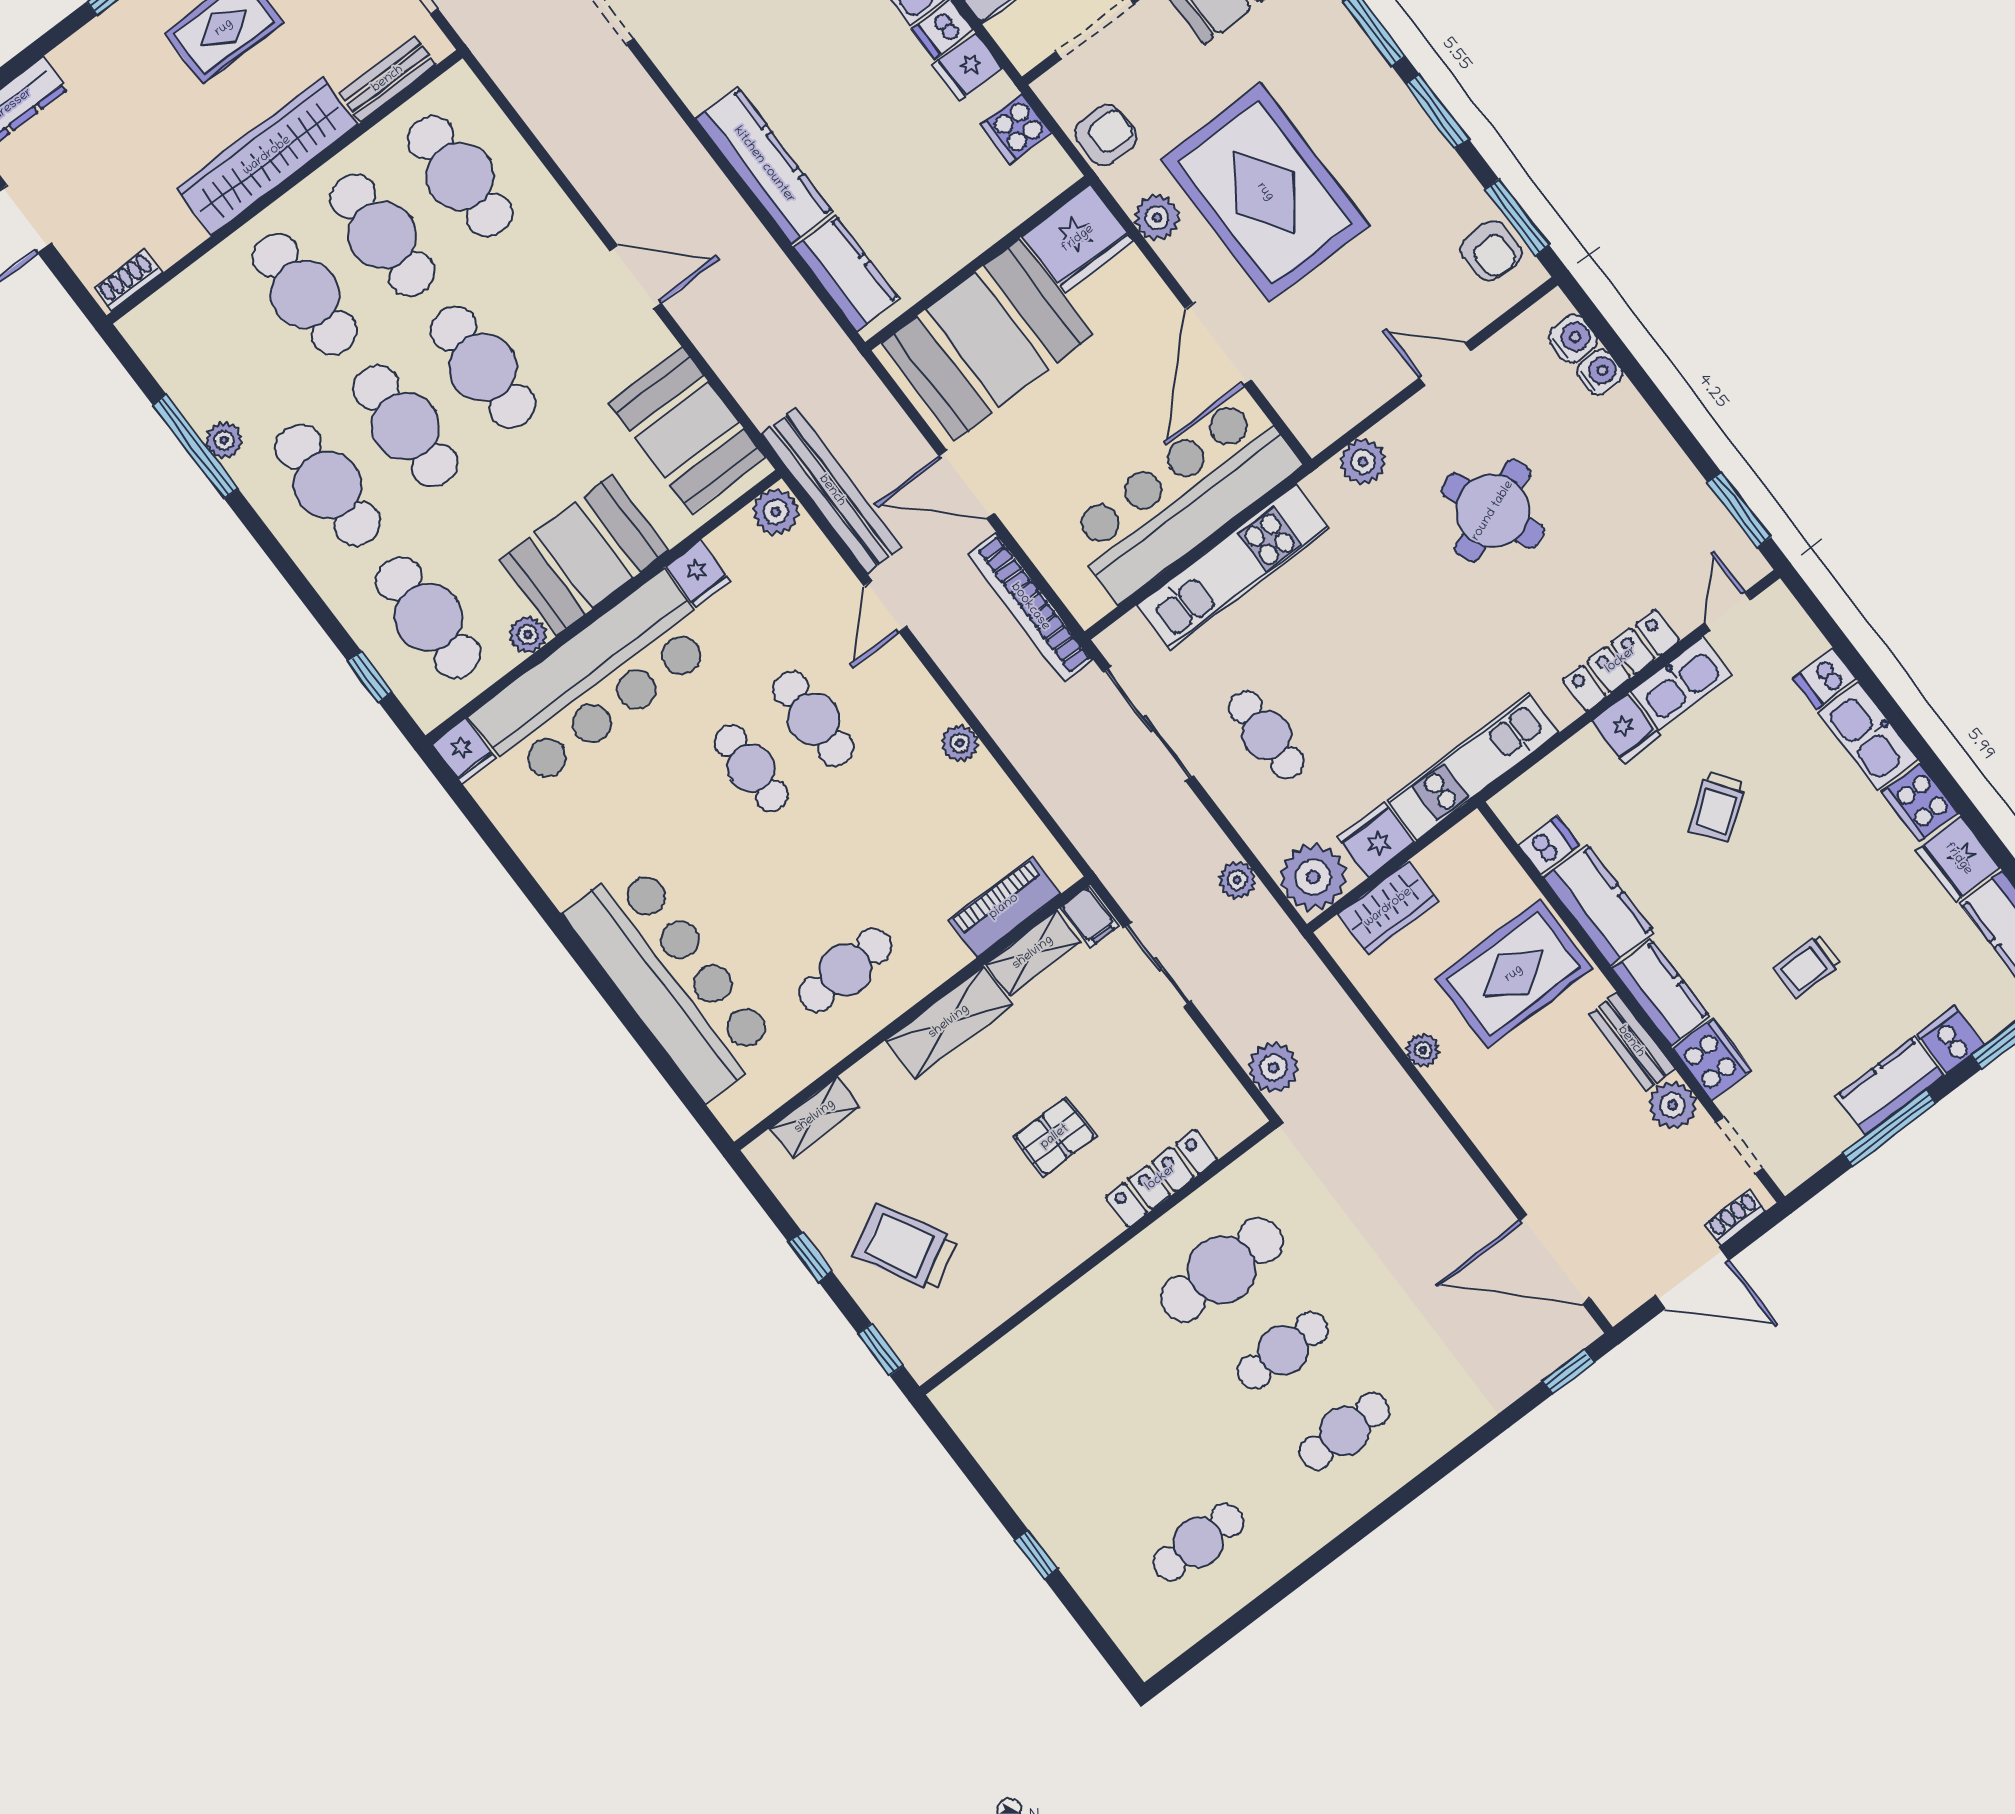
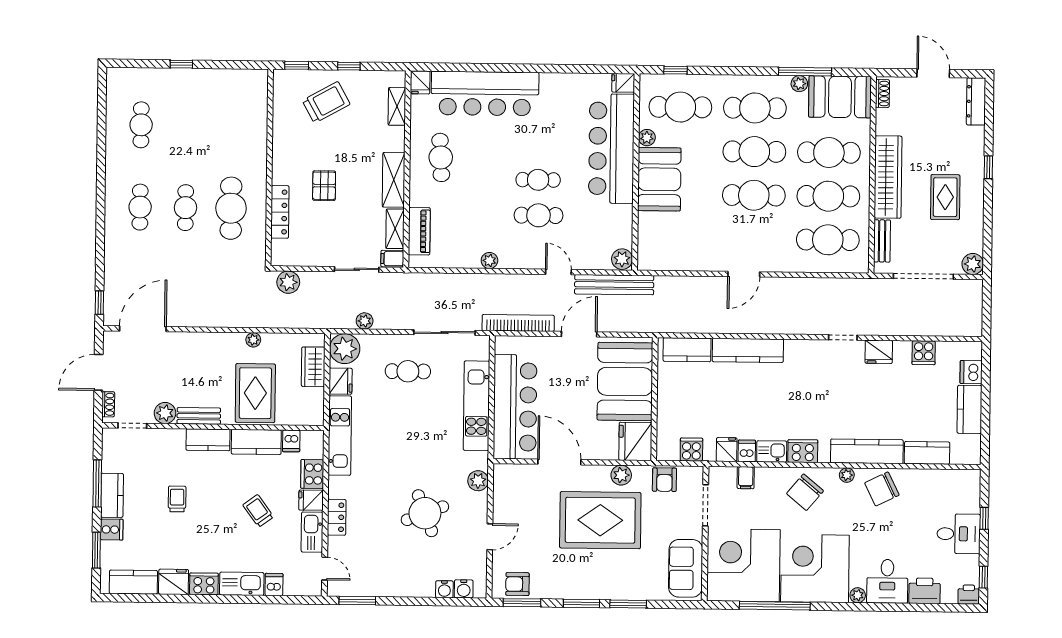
booth: (687, 430) -> (840, 97), moved
fridge: (698, 574) -> (420, 82), moved, turned -90
locker: (1621, 660) -> (337, 517), width x0.66
cooker: (1712, 1060) -> (312, 474), moved, turned 90

